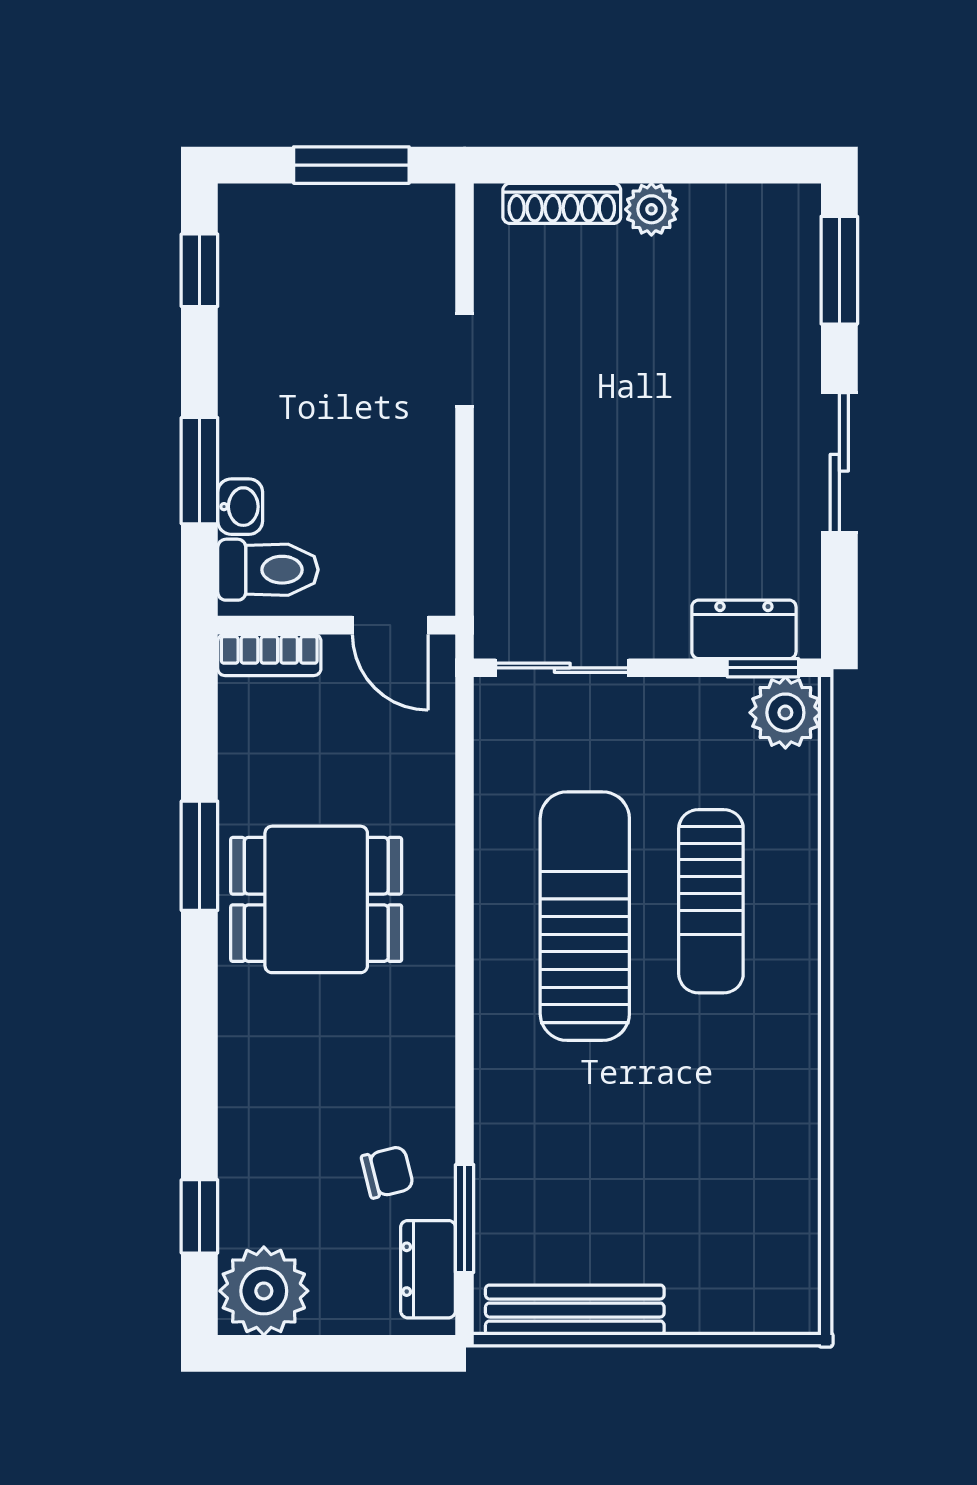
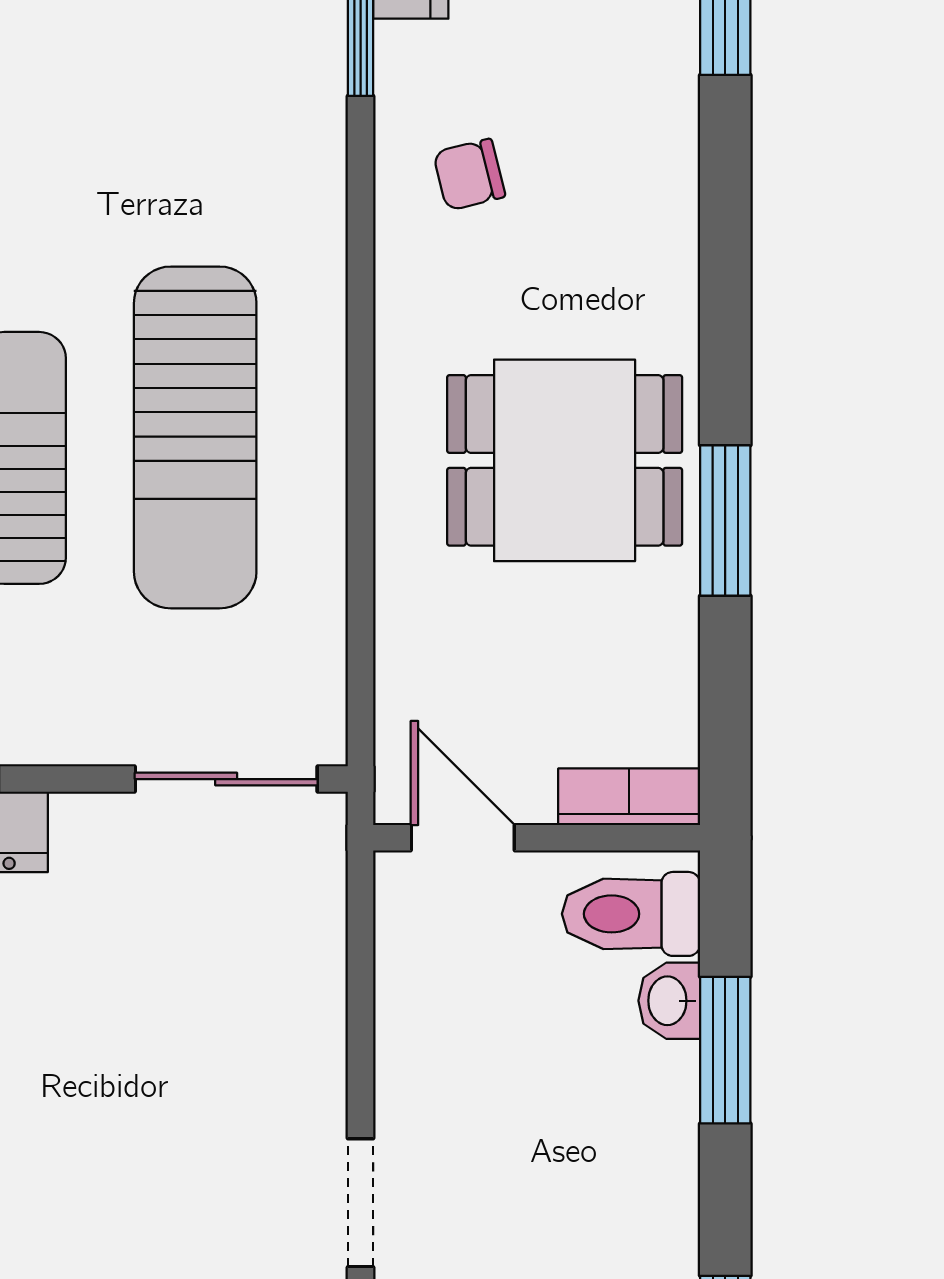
chair: (387, 1172) -> (469, 175), moved

